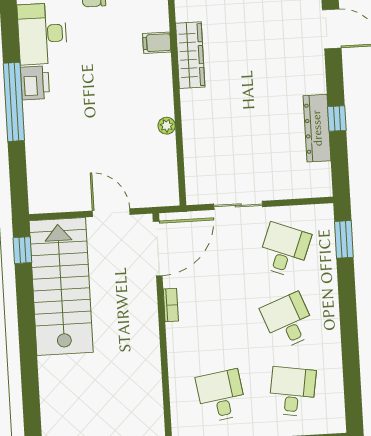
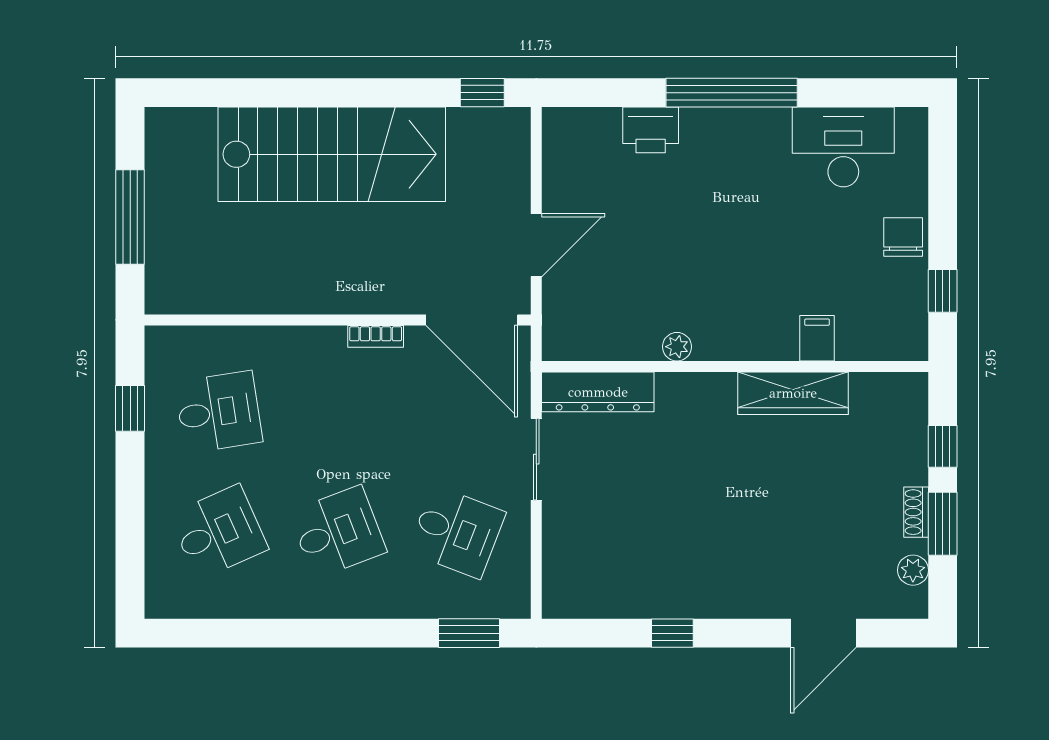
printer: (35, 83) -> (651, 130), moved
dresser: (317, 128) -> (598, 392), moved, turned 180
stairs: (61, 286) -> (332, 154), moved
desk: (292, 392) -> (219, 532), turned -33

